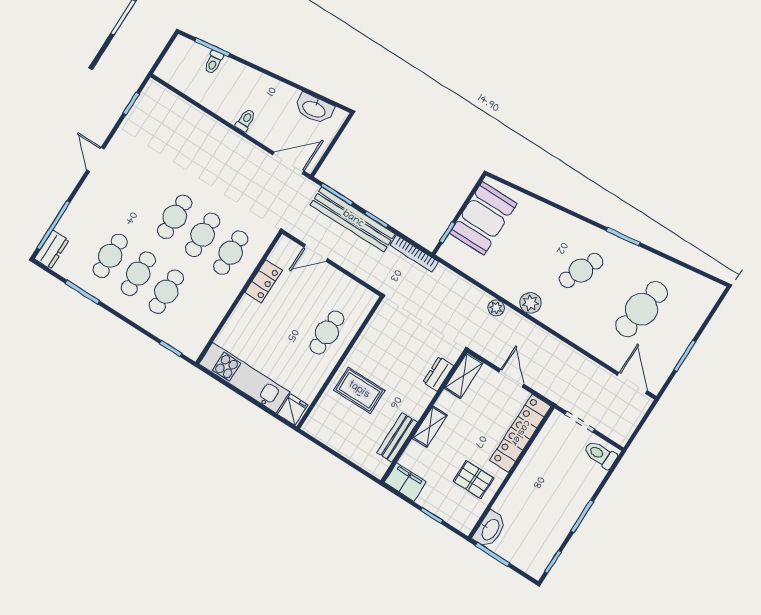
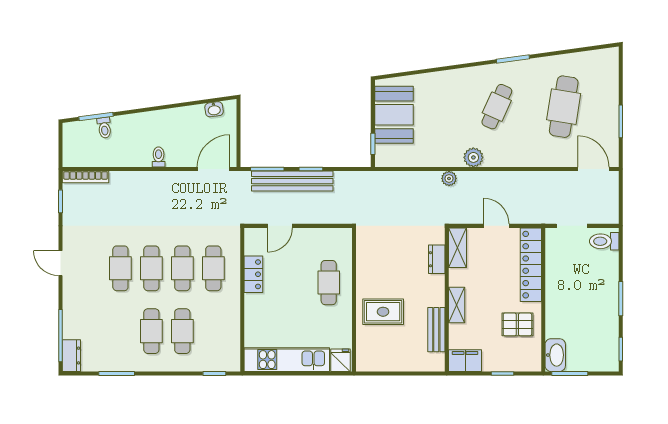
washbasin: (314, 109) -> (214, 109), width x0.52, depth x0.69
bookcase: (414, 253) -> (86, 177), moved
cafe table: (110, 256) -> (120, 268), moved

